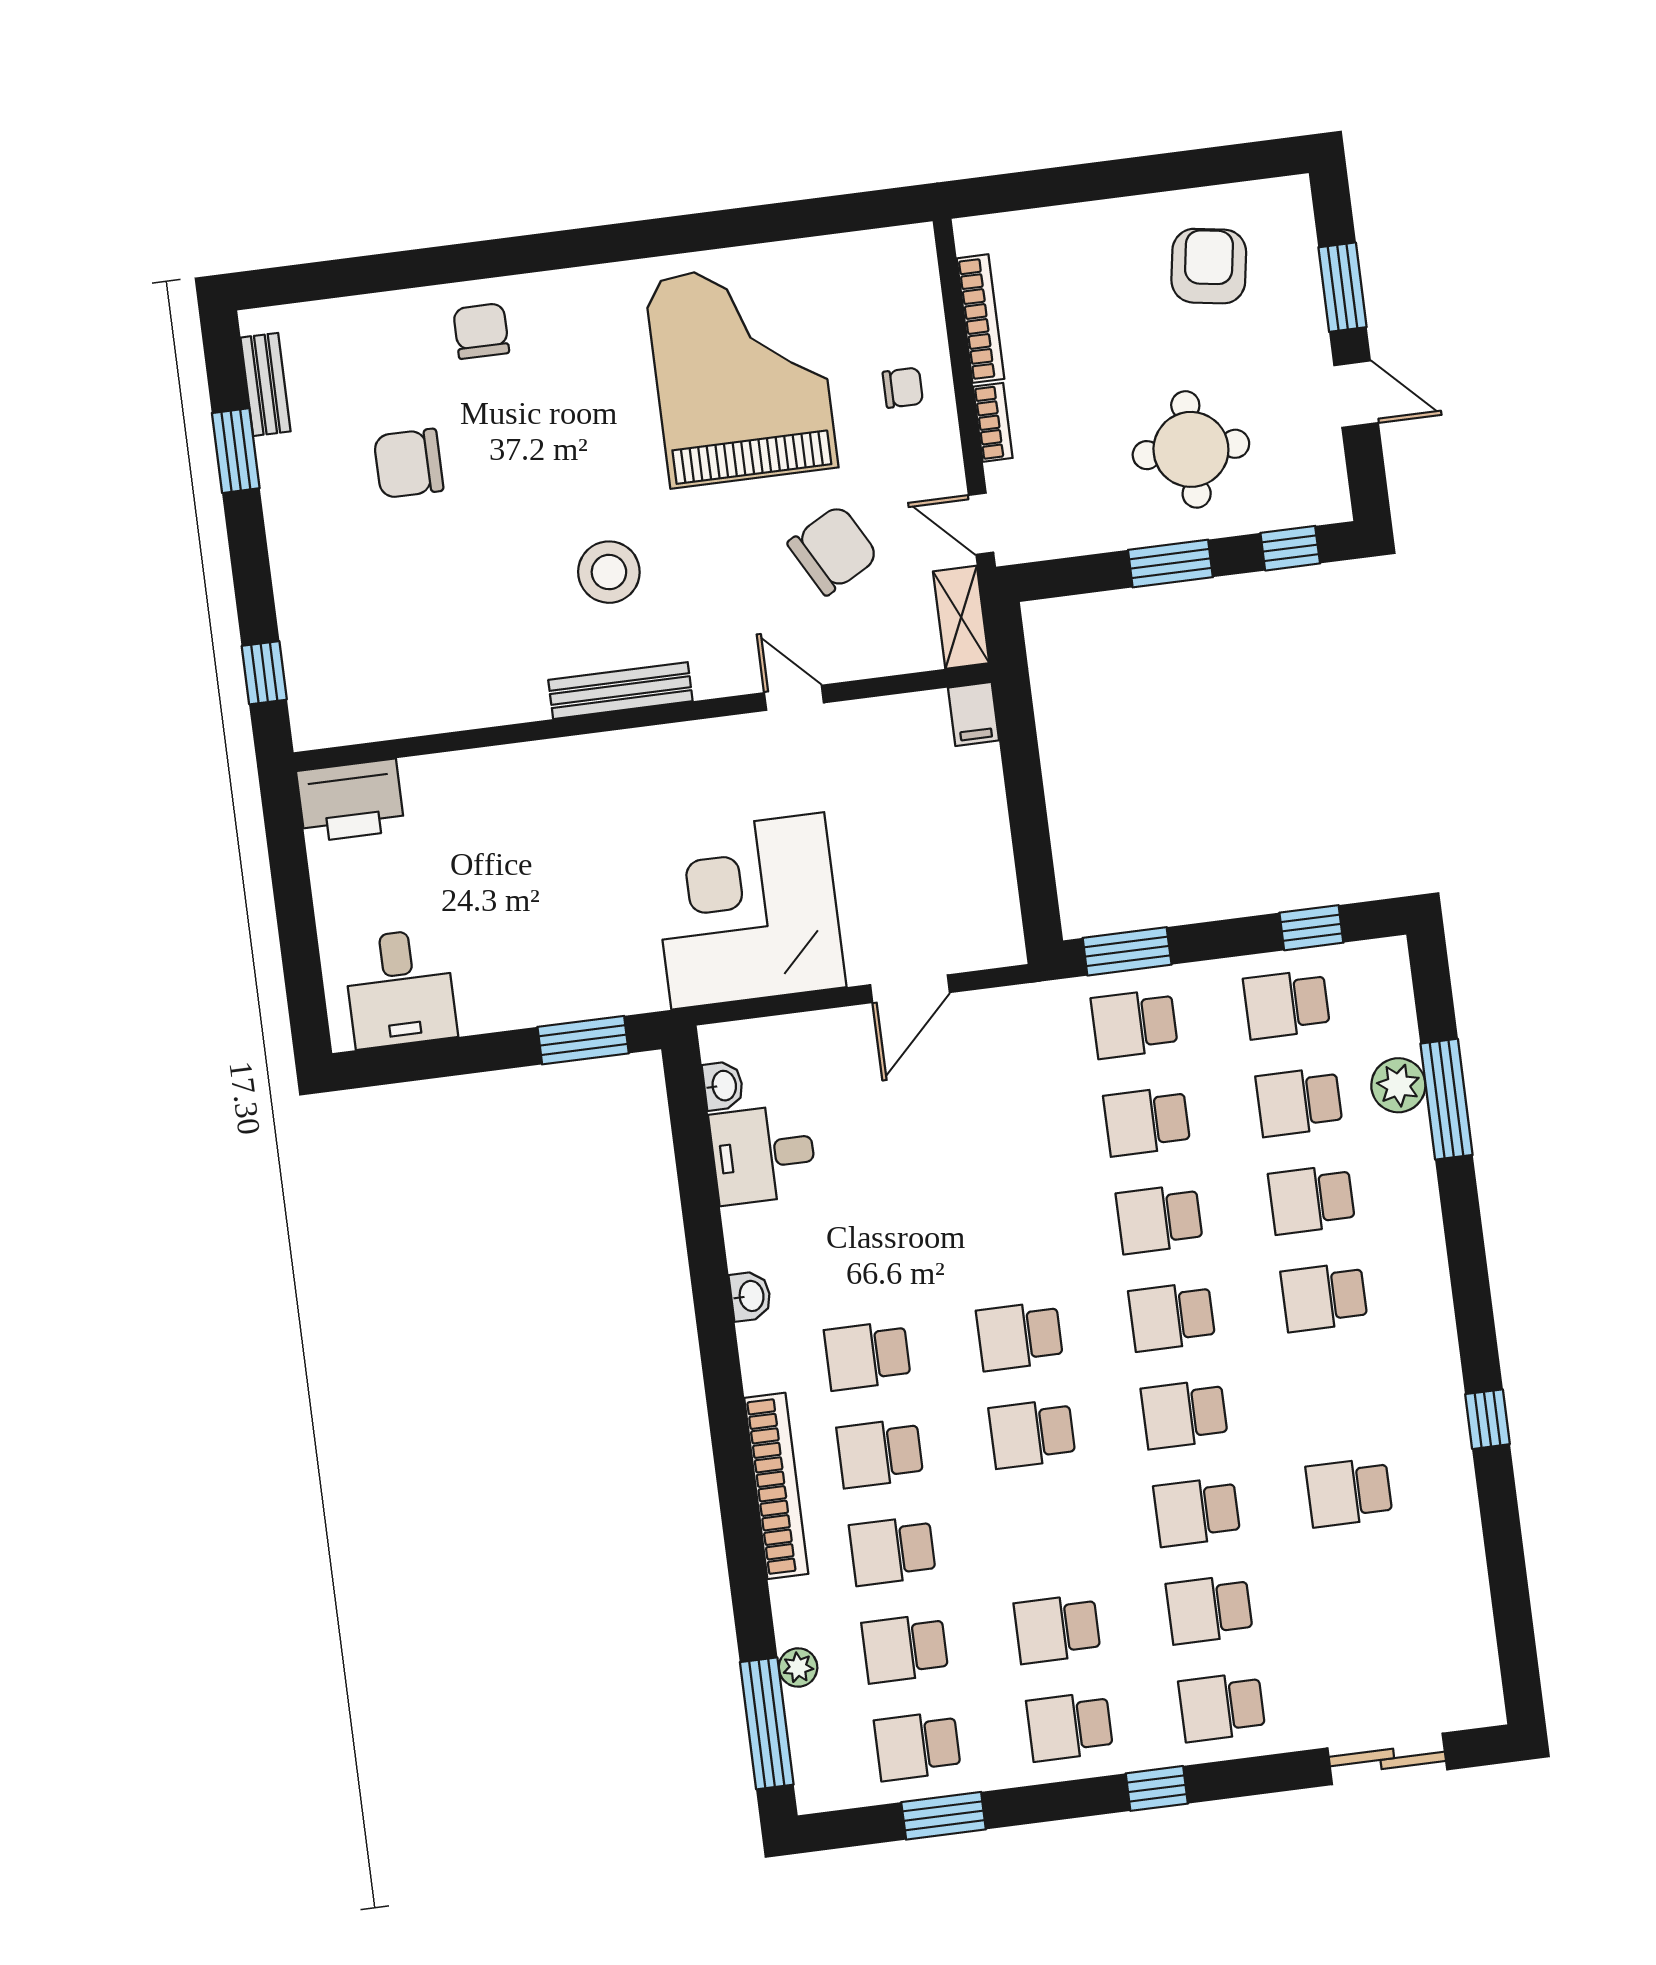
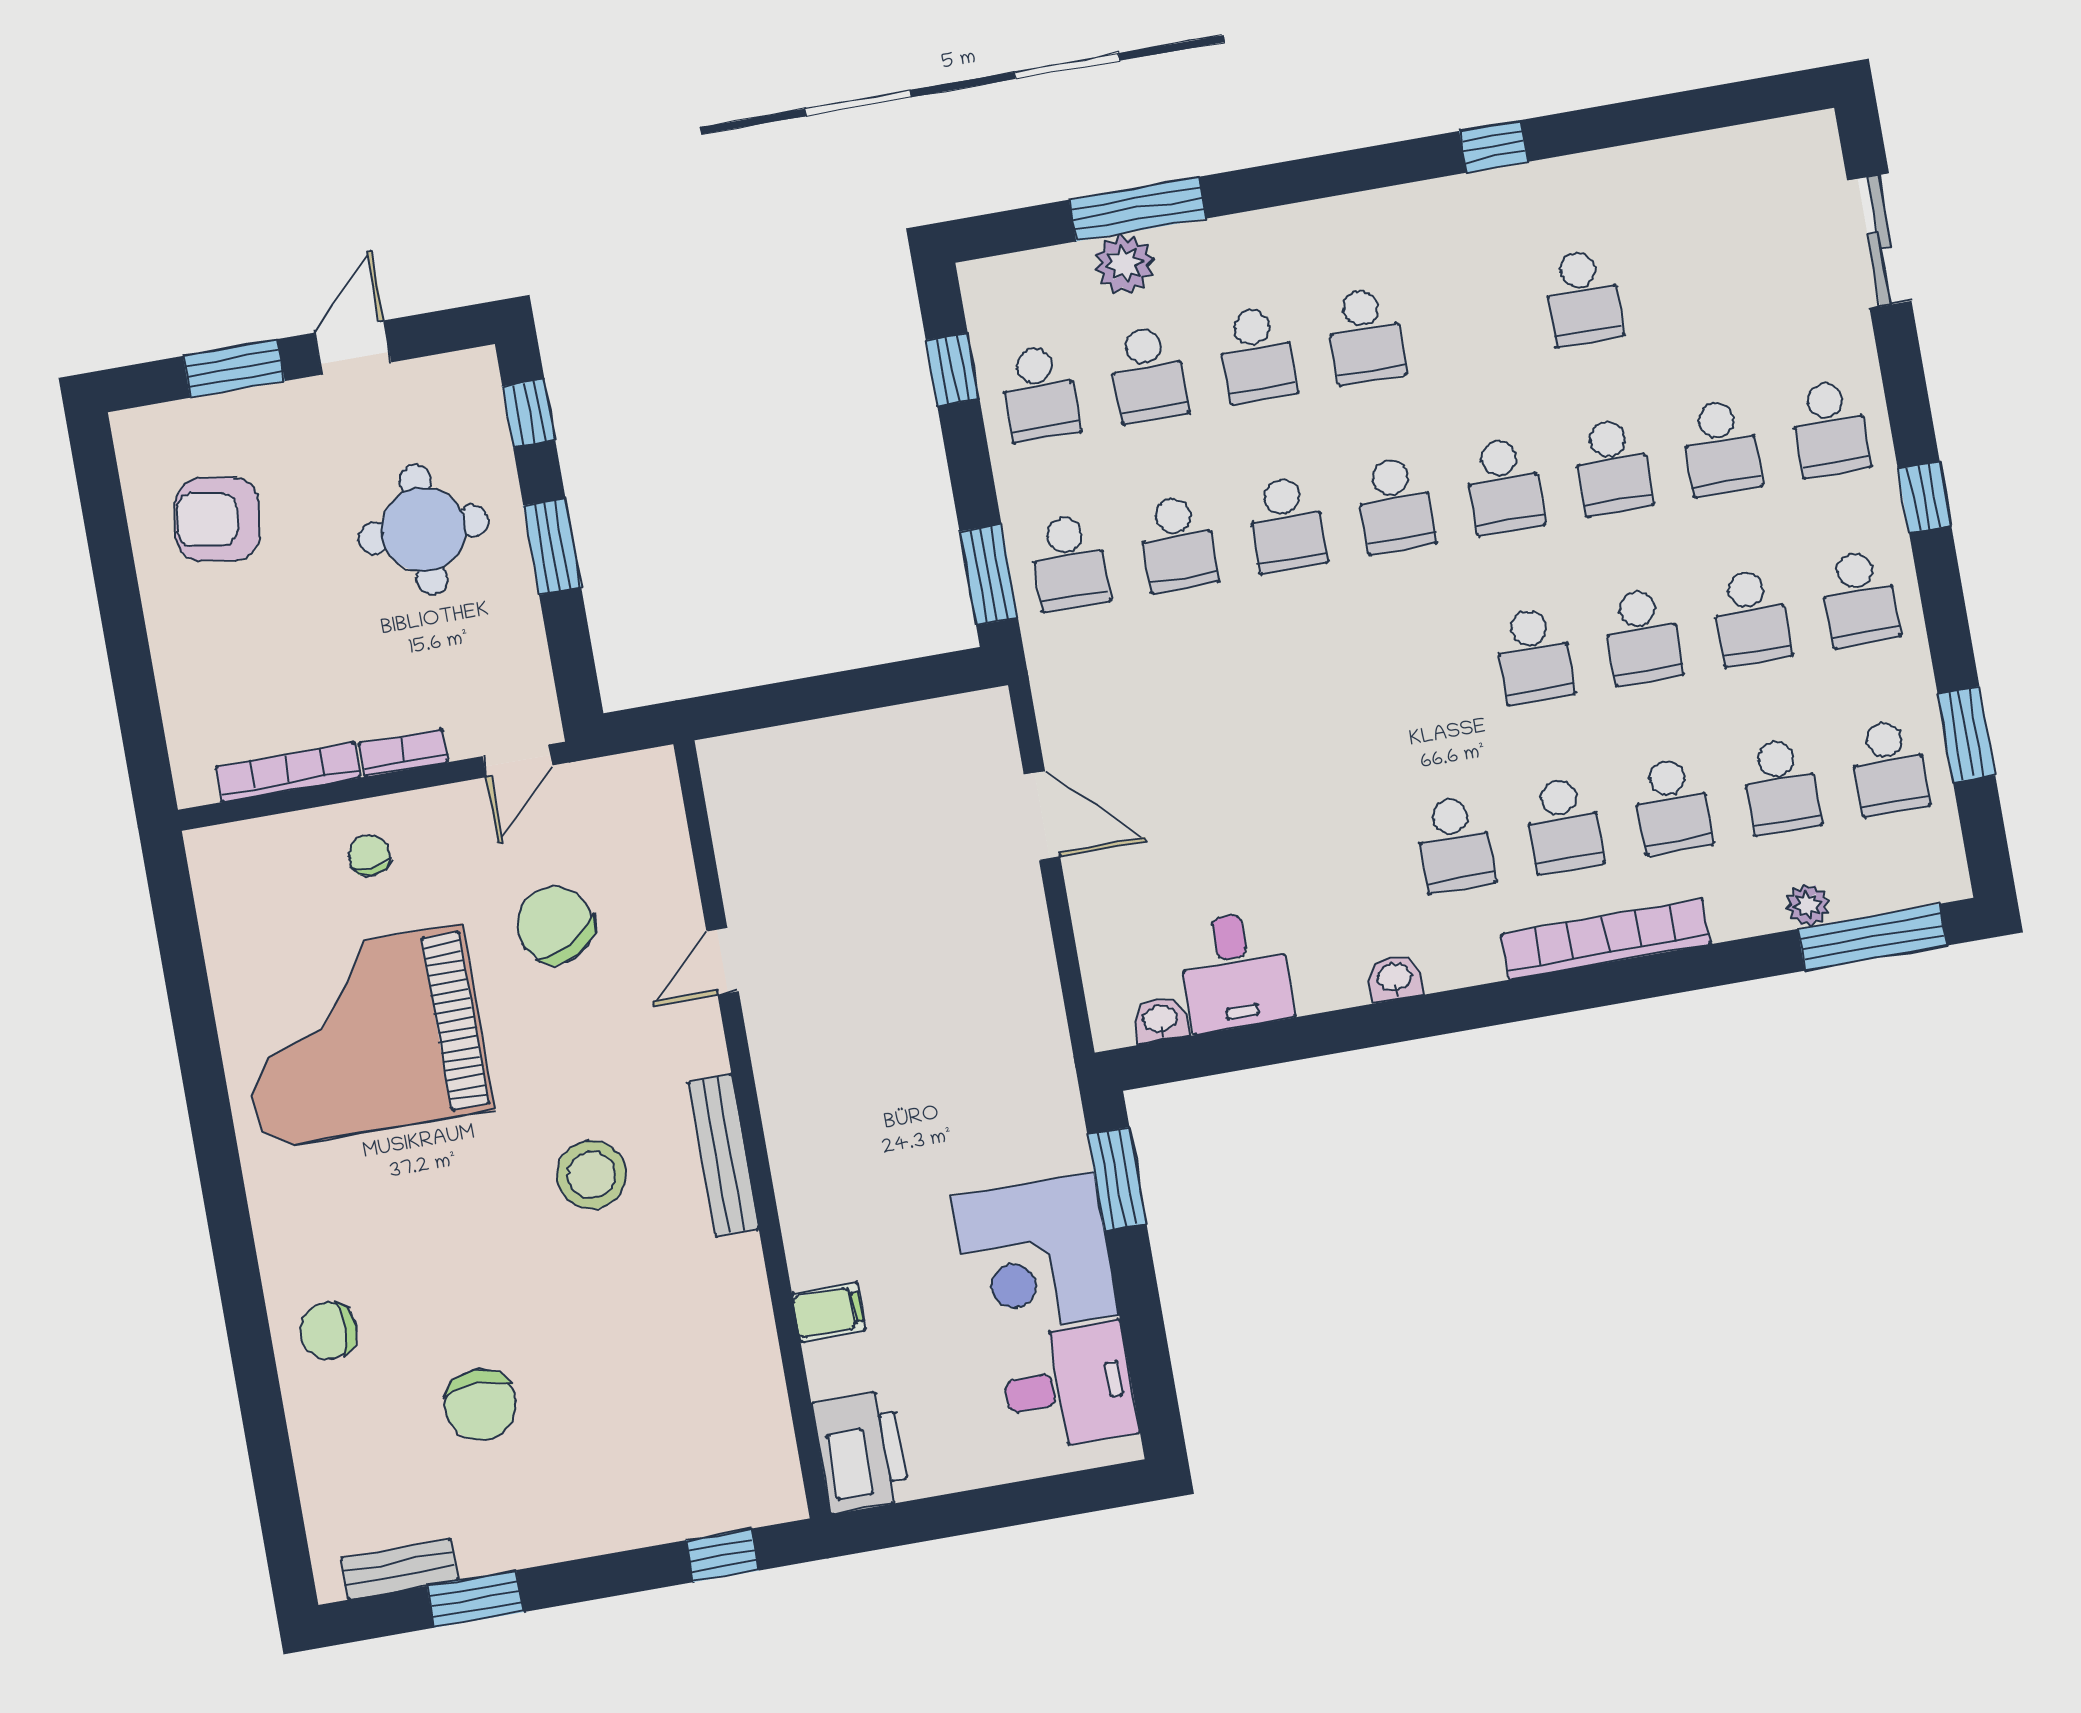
shelving: (961, 617) -> (623, 778), removed
filing cabinet: (974, 714) -> (829, 1312), moved
corner desk: (748, 911) -> (1035, 1256), moved, width x0.74, depth x0.74
school desk: (1020, 1336) -> (1642, 636), moved

